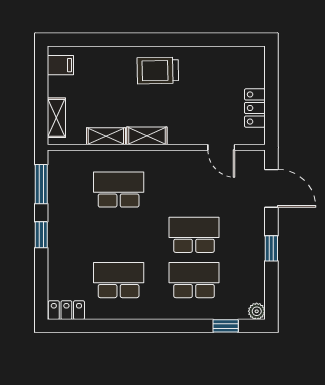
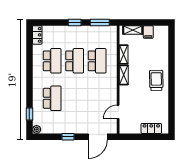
filing cabinet: (60, 65) -> (148, 32), moved
locker: (255, 108) -> (151, 128), moved
school desk: (194, 235) -> (75, 61), moved

